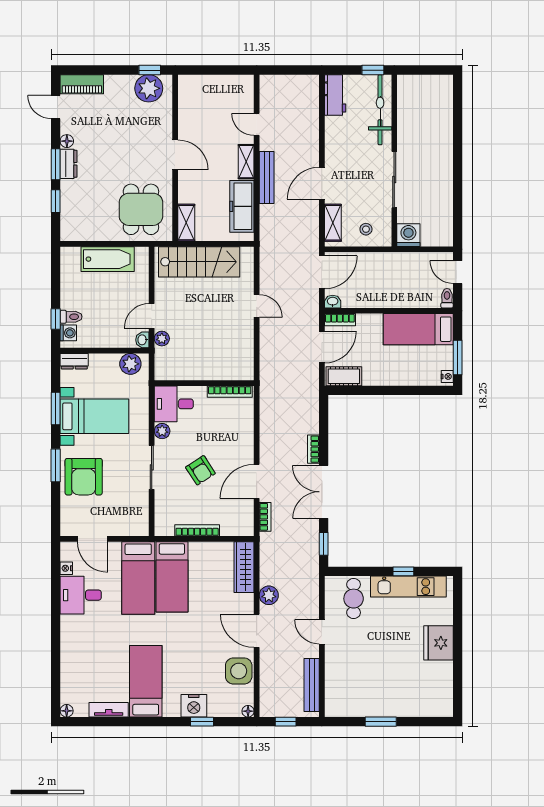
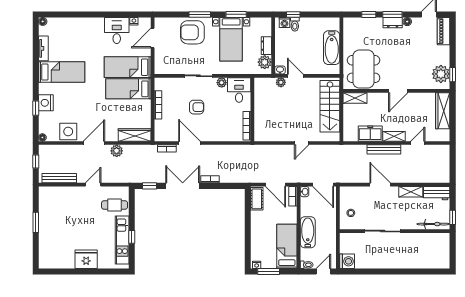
wardrobe: (206, 85) -> (443, 111), added
bicycle: (380, 110) -> (433, 224), width x0.73, depth x0.71
freezer: (242, 206) -> (370, 134), width x0.71
dining table: (141, 209) -> (364, 69), width x1.37
shelving: (333, 223) -> (411, 192), moved
washing machine: (408, 235) -> (347, 261), moved
bathtub: (396, 297) -> (308, 232), added
dresser: (74, 361) -> (266, 46), moved
armchair: (200, 470) -> (197, 107), turned -147

